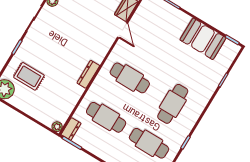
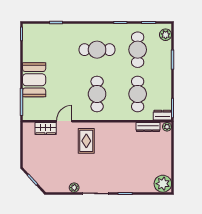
booth: (203, 39) -> (34, 80), moved
dresser: (88, 74) -> (148, 127), moved
rug: (29, 76) -> (86, 141), moved

